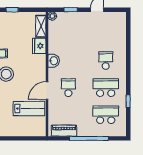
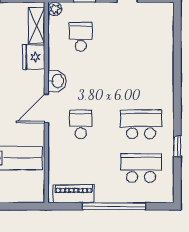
school desk: (106, 61) -> (81, 37), moved
door: (47, 91) -> (46, 108), moved

